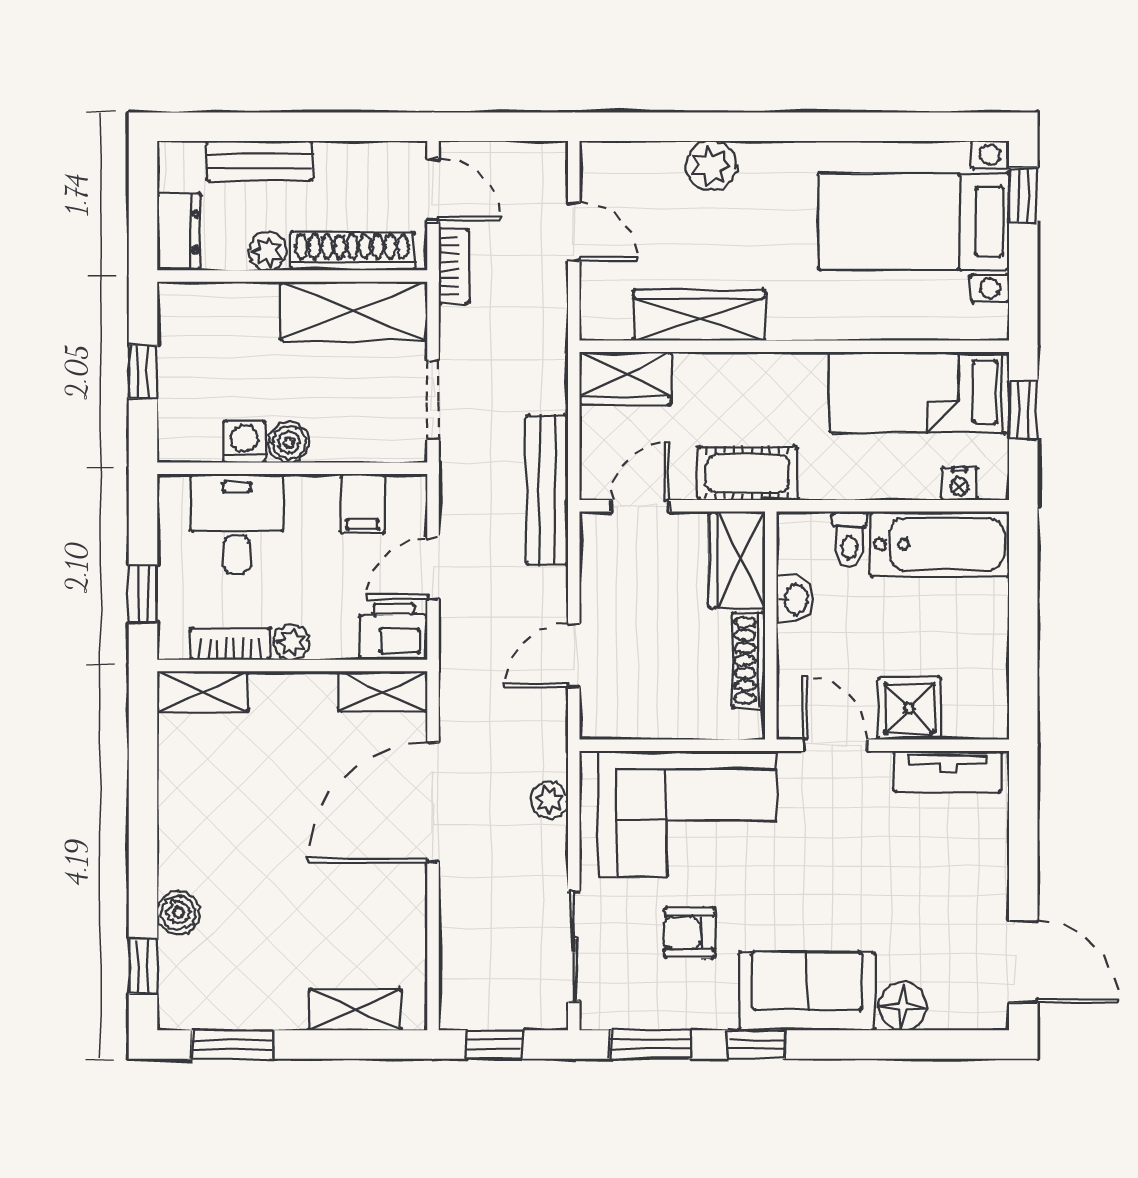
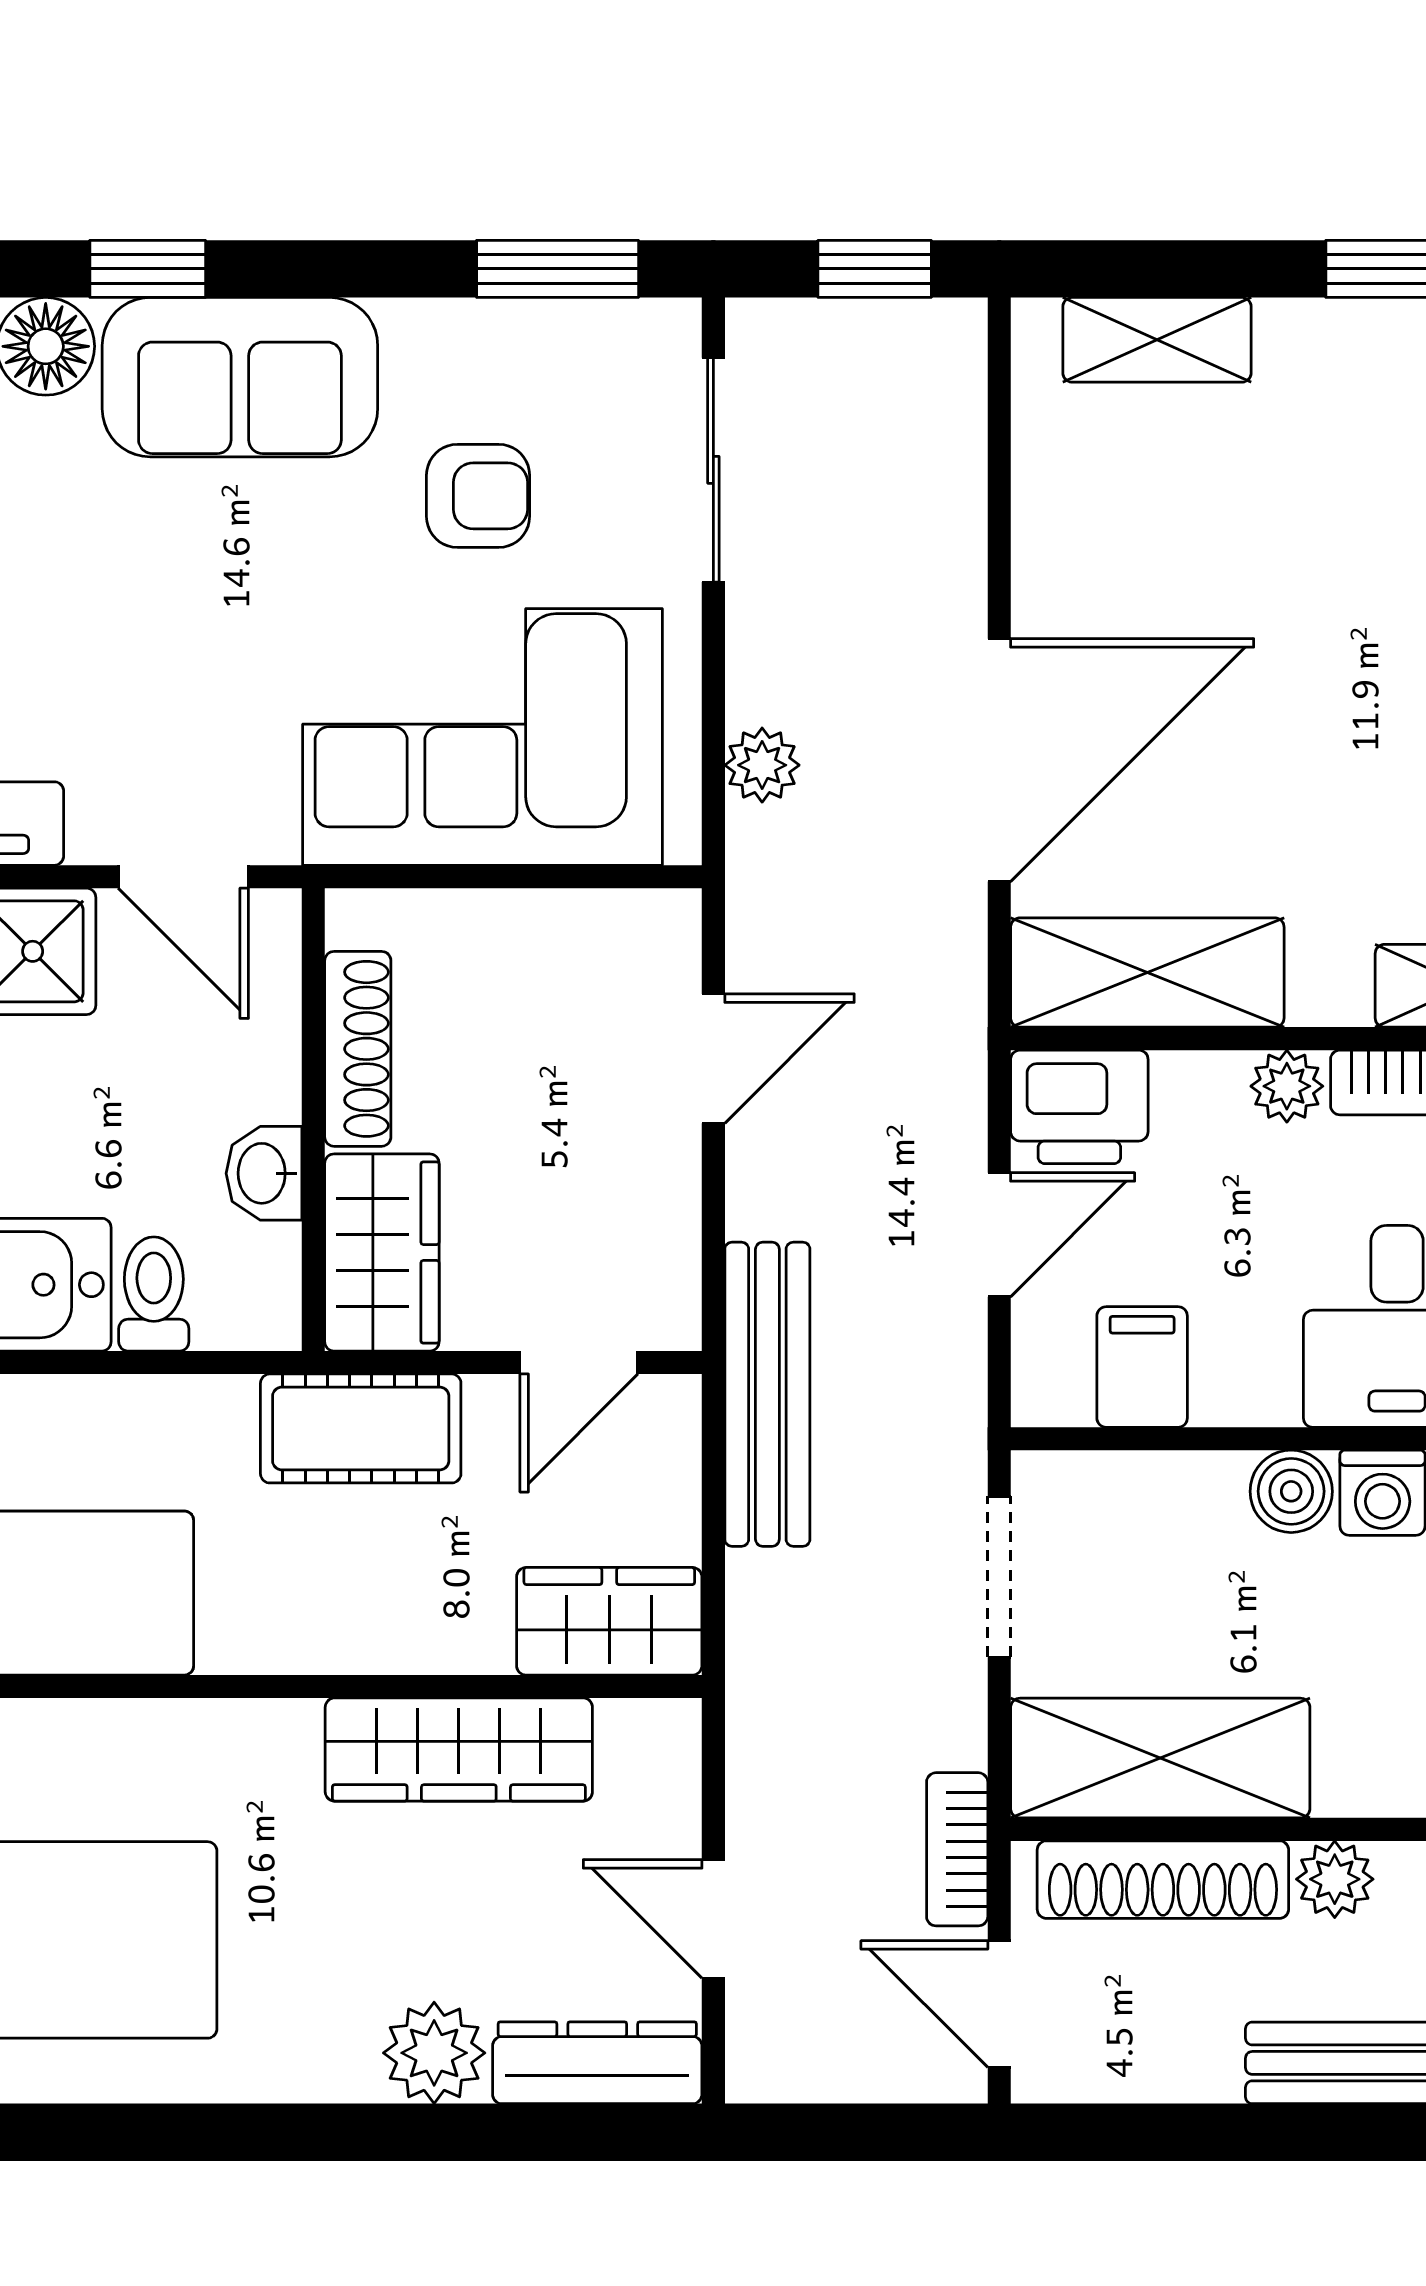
dresser: (631, 161) -> (597, 2063), added
shelving: (382, 691) -> (1147, 973), width x1.50, depth x1.33
window: (756, 1045) -> (148, 269), moved

